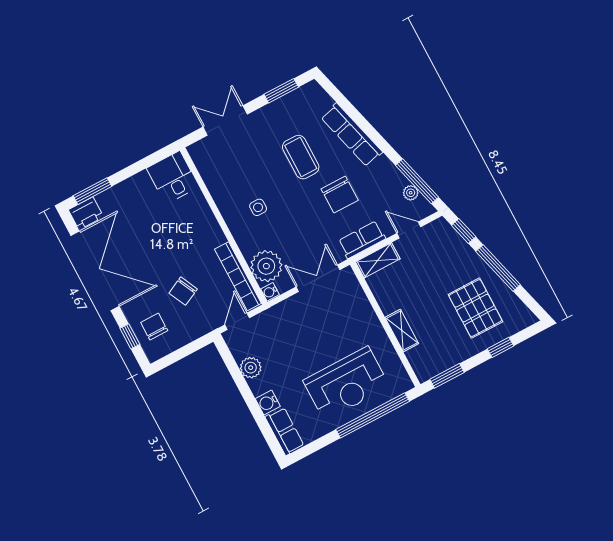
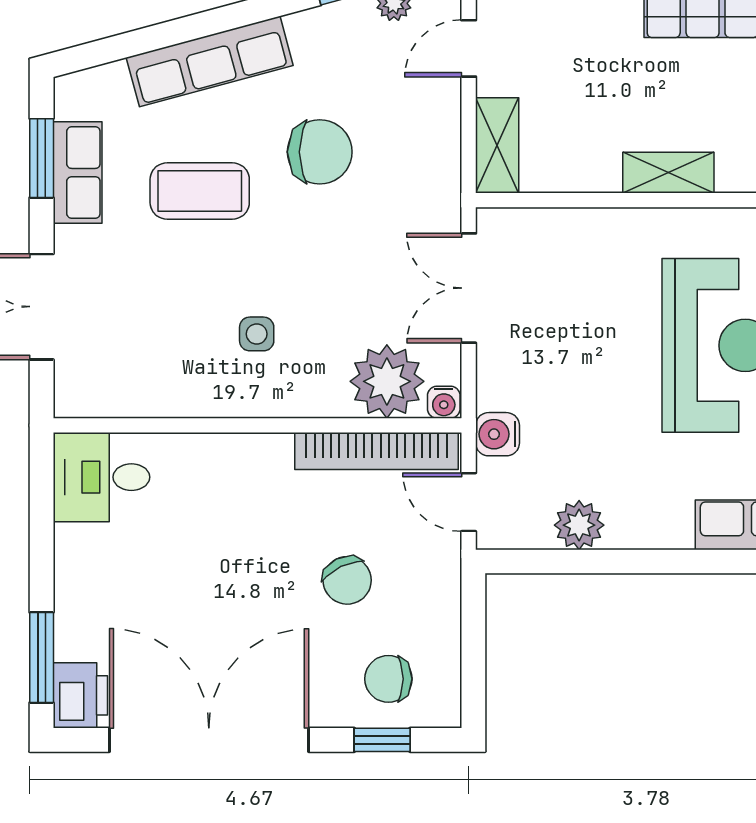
row of seats: (362, 240) -> (78, 173), moved, turned 180
water cooler: (268, 403) -> (497, 434), moved, turned 90

